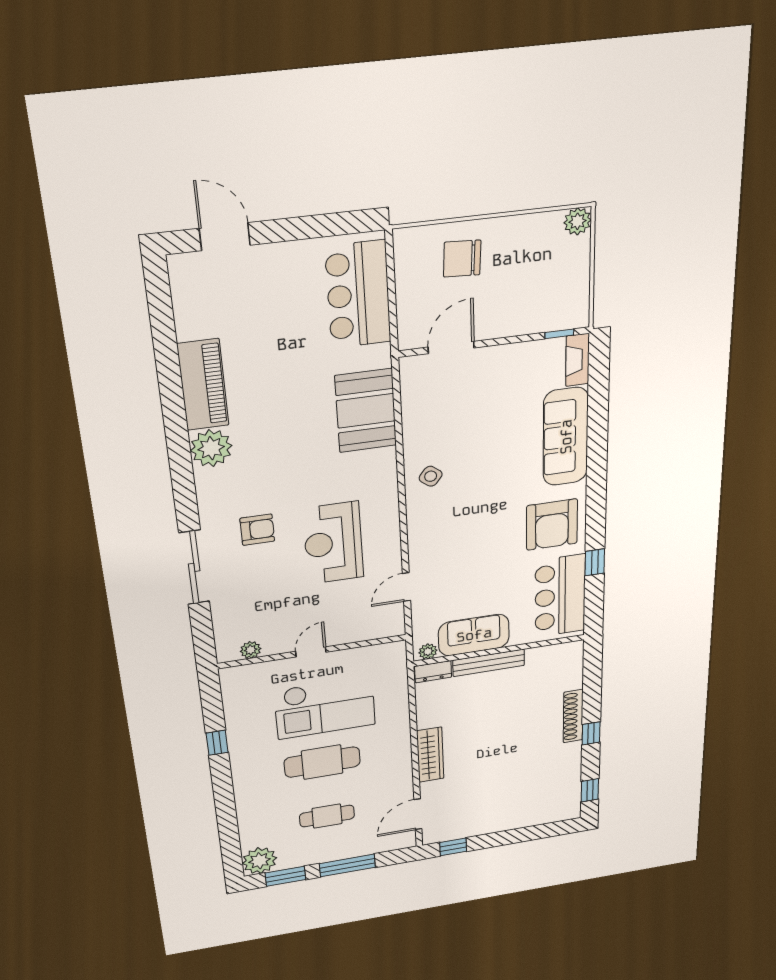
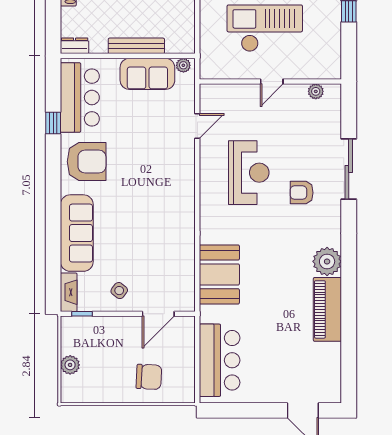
plant: (577, 221) -> (70, 365), moved
side table: (431, 476) -> (119, 291), moved
armchair: (552, 525) -> (87, 162), turned 90
dresser: (433, 672) -> (75, 46), moved

